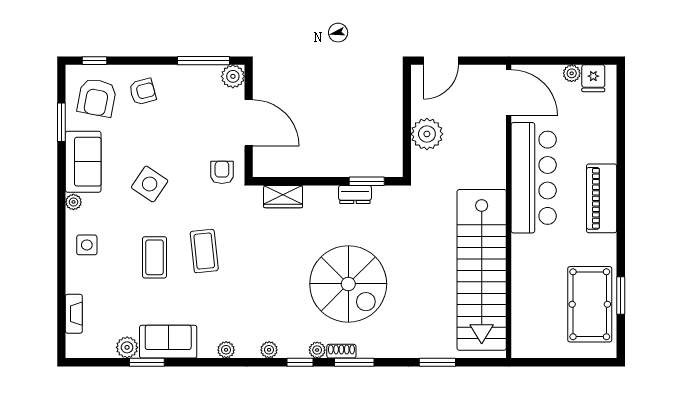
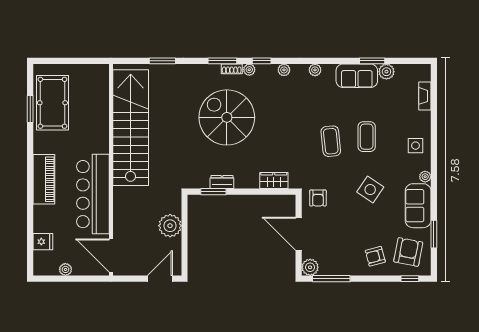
fridge: (593, 78) -> (43, 242), moved, turned 90

